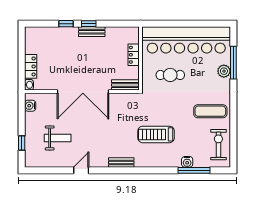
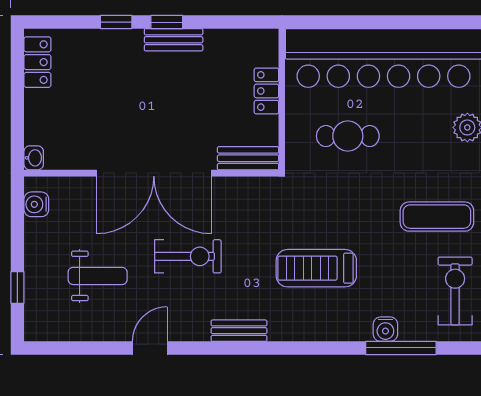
locker: (31, 66) -> (37, 62), moved
exercise bike: (98, 129) -> (188, 256), added

